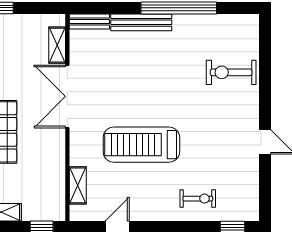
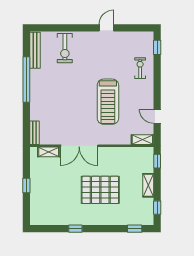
bench: (141, 22) -> (35, 50), moved
shelving: (78, 185) -> (142, 140), moved

